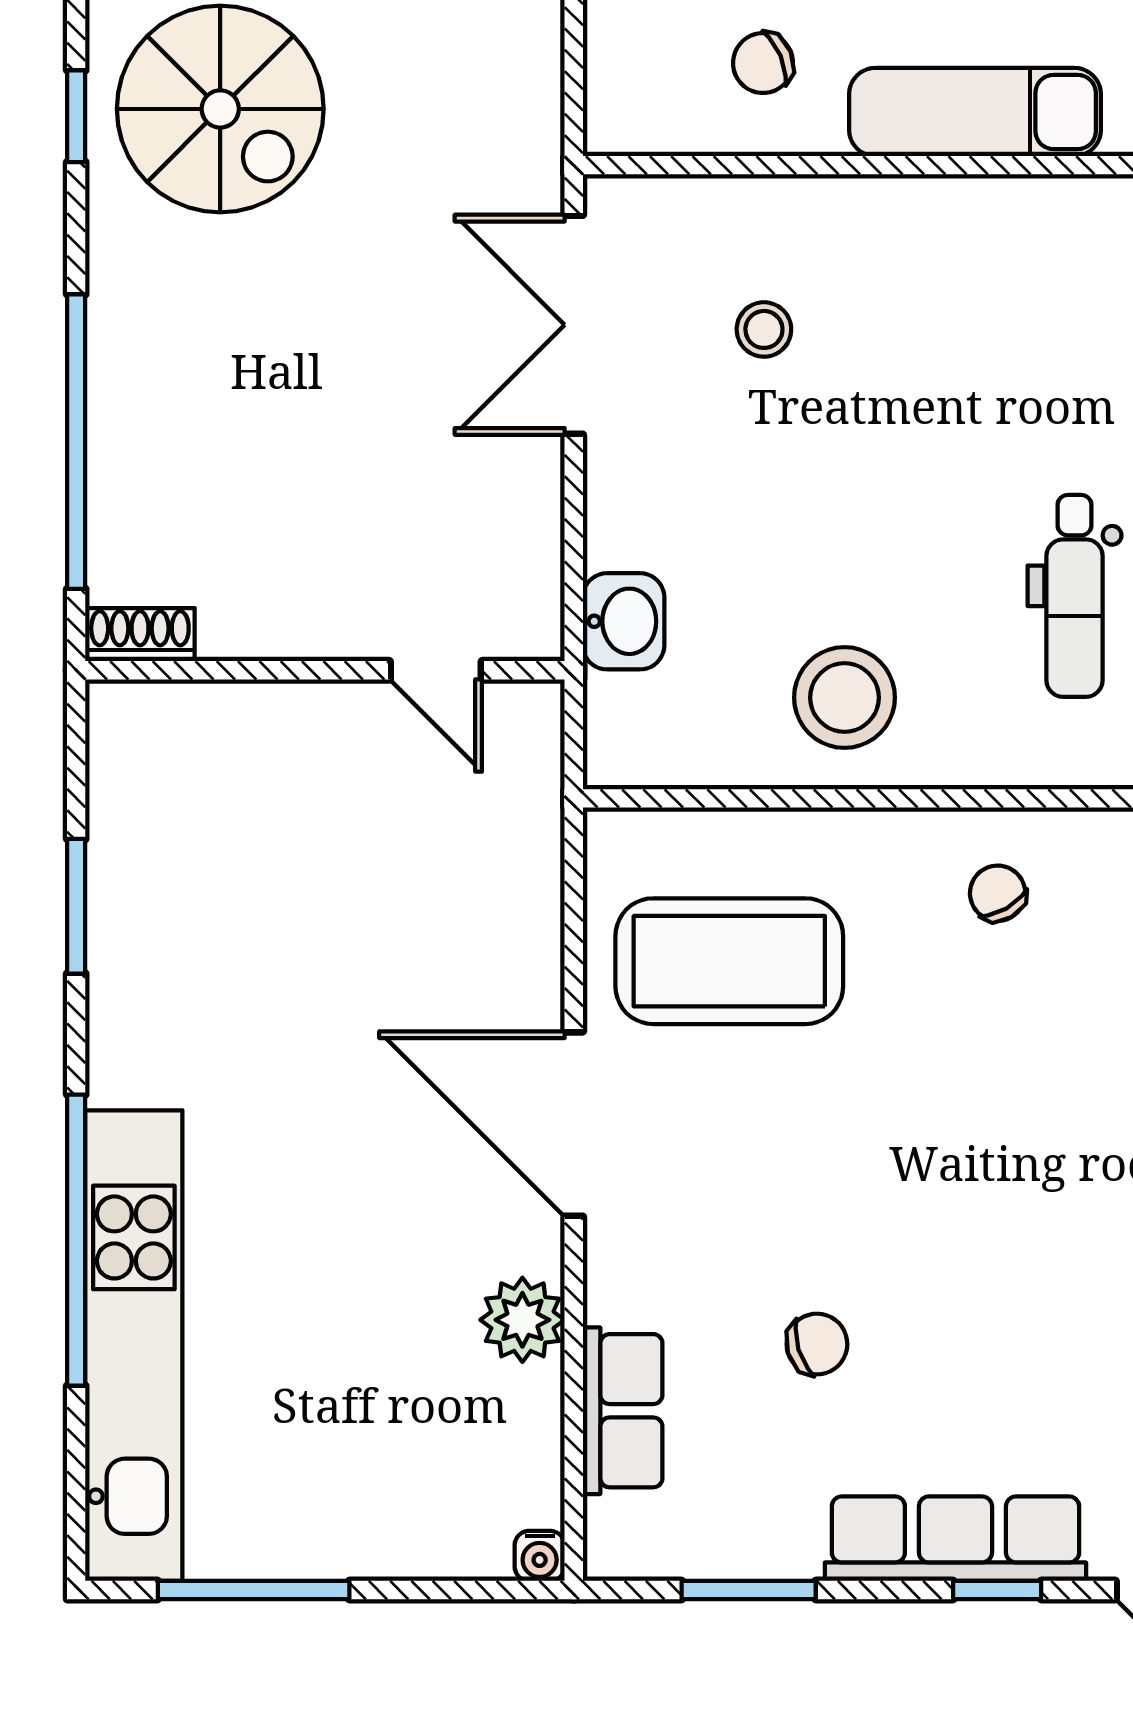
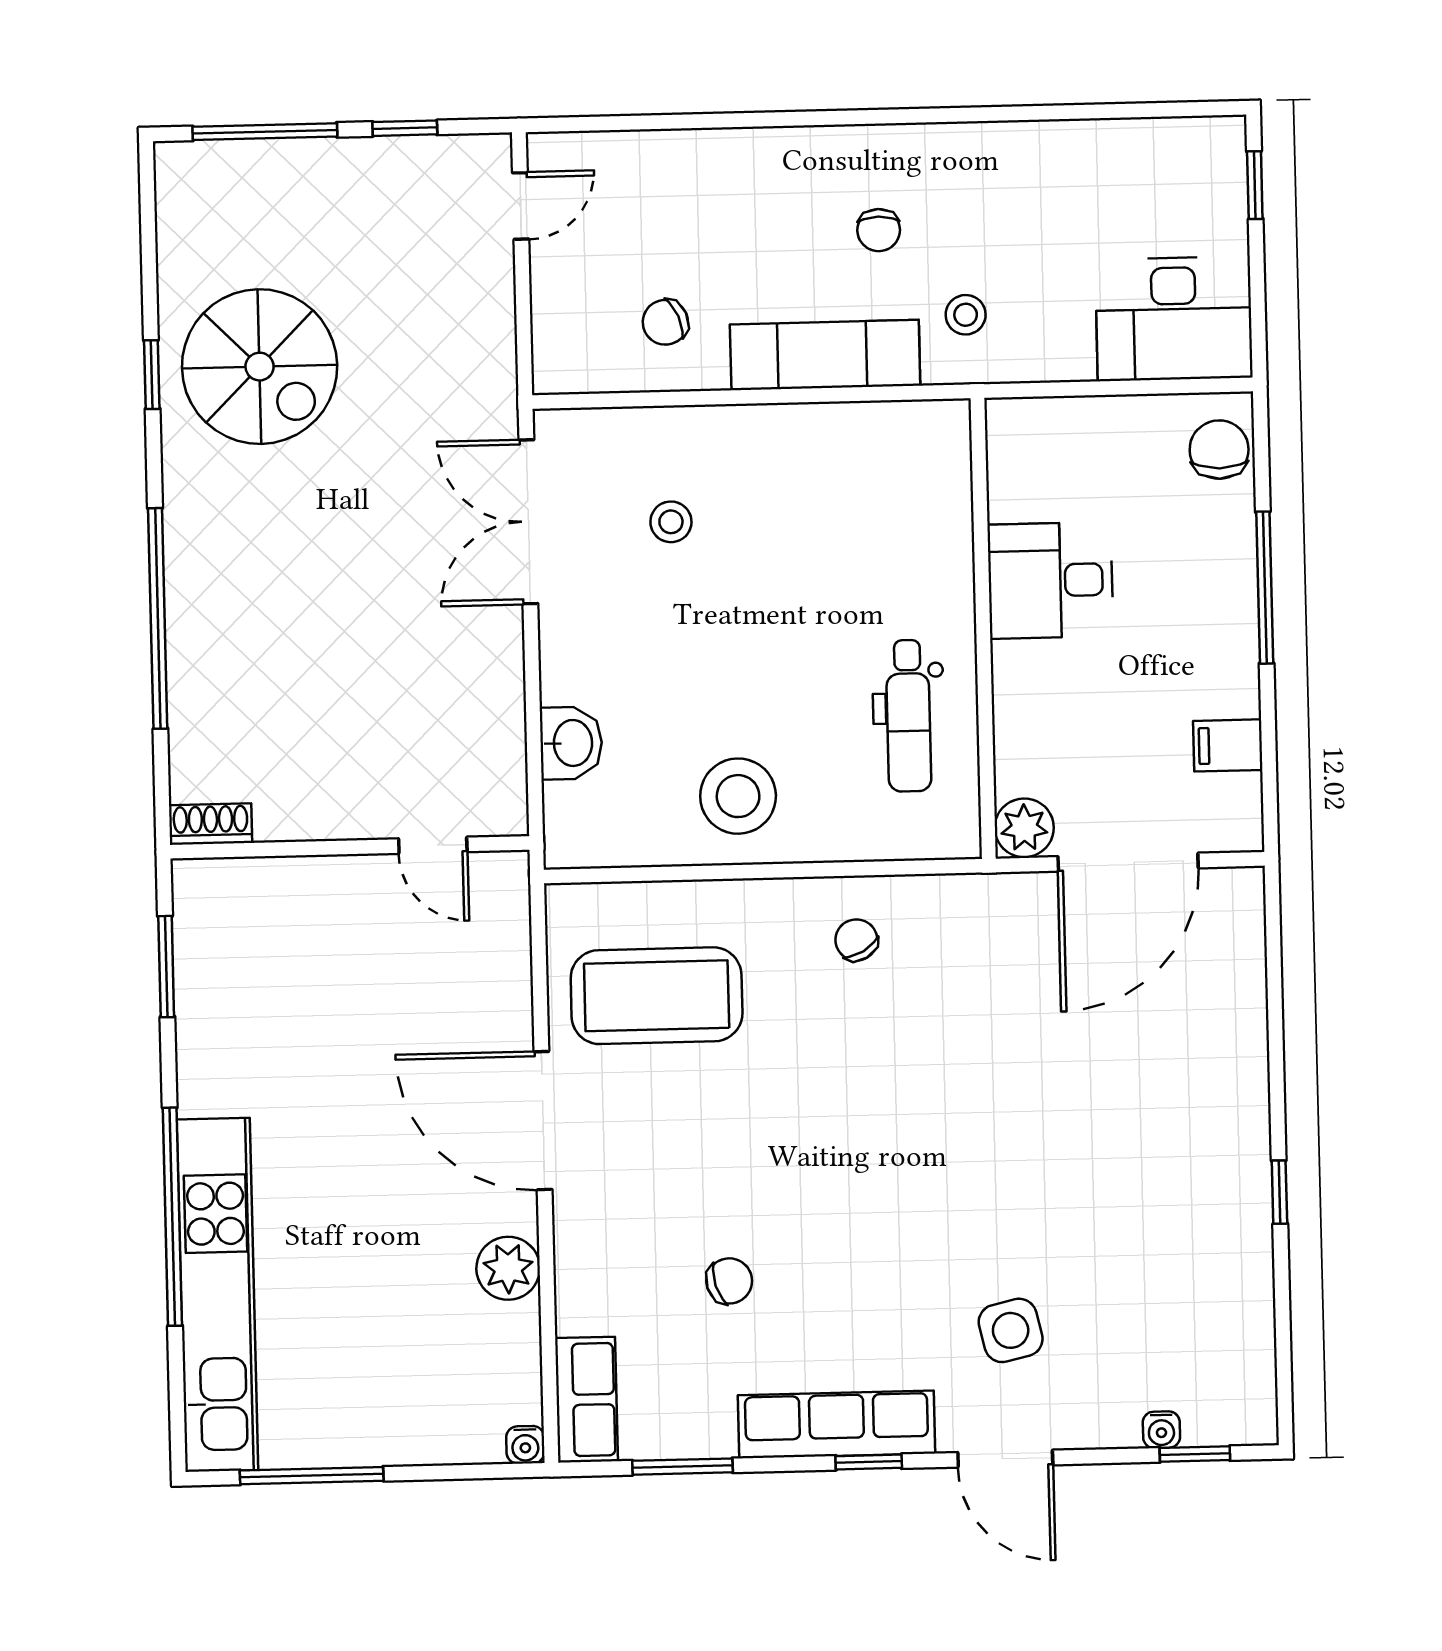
shoe rack: (140, 635) -> (211, 824), moved
wall: (325, 670) -> (350, 847), moved
door: (436, 670) -> (433, 845), moved
row of seats: (623, 1411) -> (586, 1400), moved

